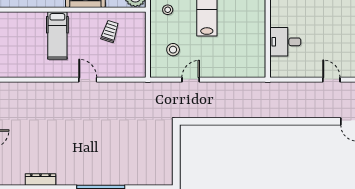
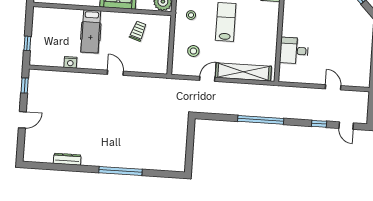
shelving: (230, 69) -> (243, 72), added
nightstand: (37, 71) -> (70, 62), added
window: (253, 121) -> (261, 120), added
window: (318, 121) -> (319, 124), added

